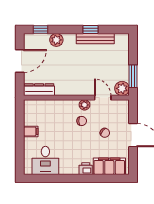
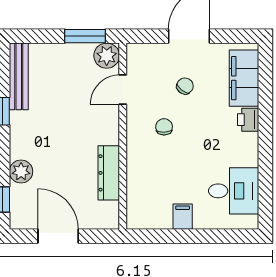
bench: (95, 39) -> (19, 76), moved
dresser: (39, 90) -> (109, 173), moved
plant: (84, 105) -> (135, 122), removed

